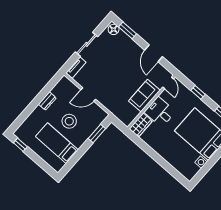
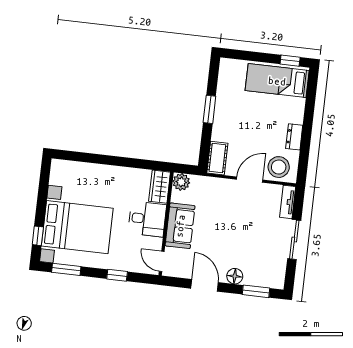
floor lamp: (114, 29) -> (235, 276), moved
cot: (98, 119) -> (217, 158), added
plant: (127, 119) -> (181, 182), added
stool: (69, 121) -> (279, 167), moved
window: (97, 134) -> (209, 109), moved
bed: (57, 143) -> (277, 81), moved, turned 180

